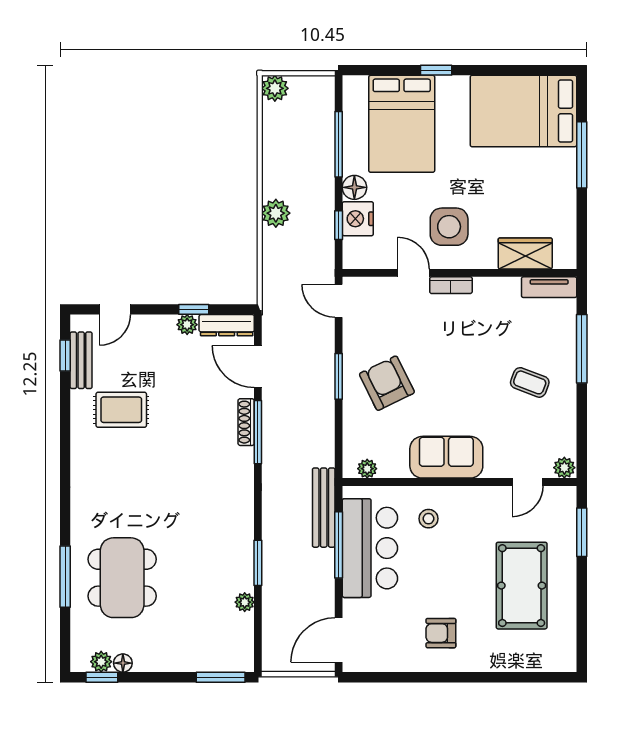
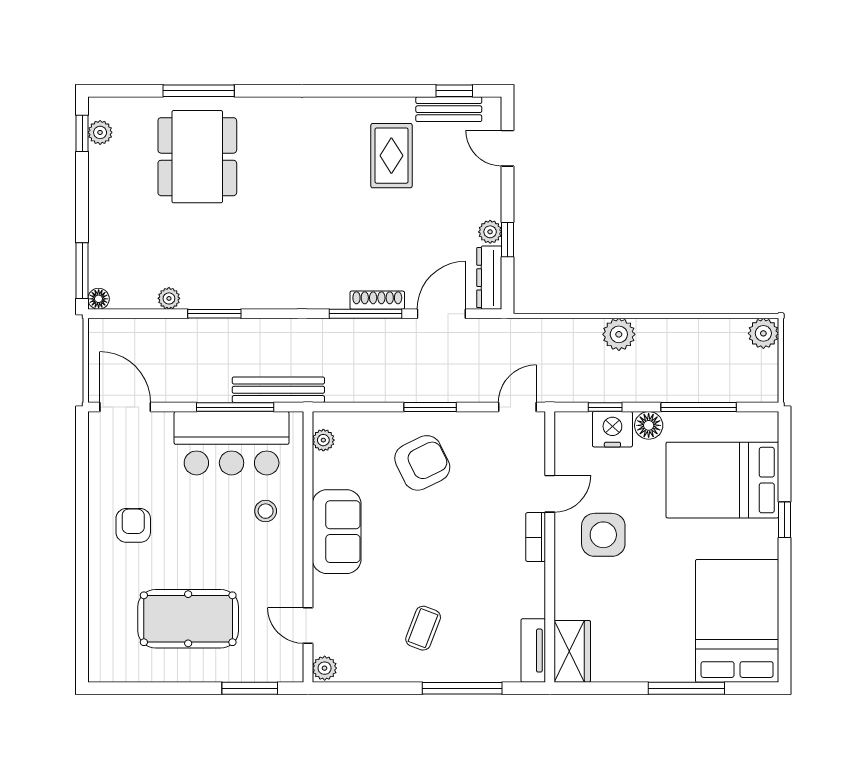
wardrobe: (525, 254) -> (572, 651), moved
dining table: (122, 578) -> (197, 157), turned 90
floor lamp: (123, 663) -> (99, 299), moved

